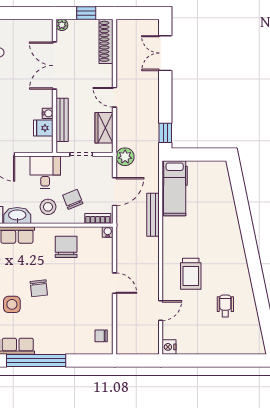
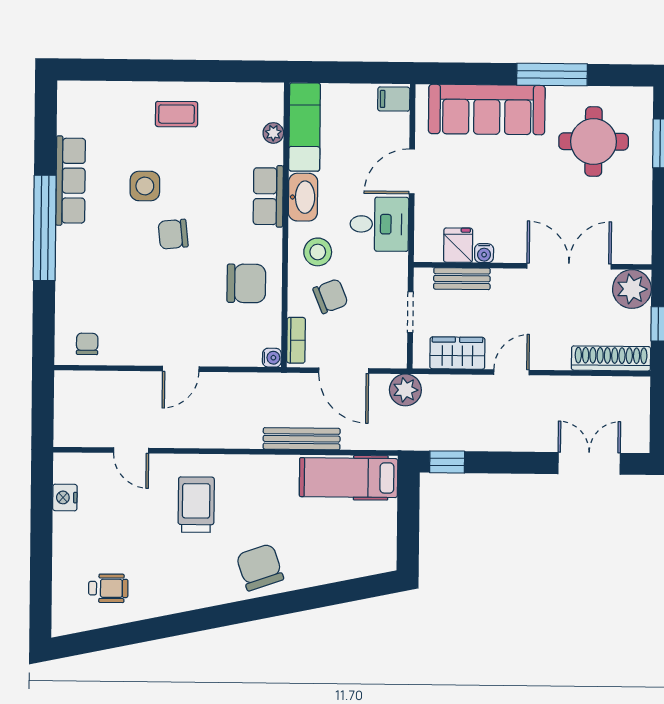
plant: (62, 25) -> (632, 289), width x1.87, depth x1.87
bench: (62, 120) -> (462, 279), width x0.73
desk: (45, 172) -> (379, 224), moved
chair: (226, 238) -> (260, 567), added
trolley: (191, 274) -> (196, 505), turned 90
wheelchair: (225, 306) -> (108, 588), moved
nightstand: (169, 347) -> (65, 497), moved, turned -90

